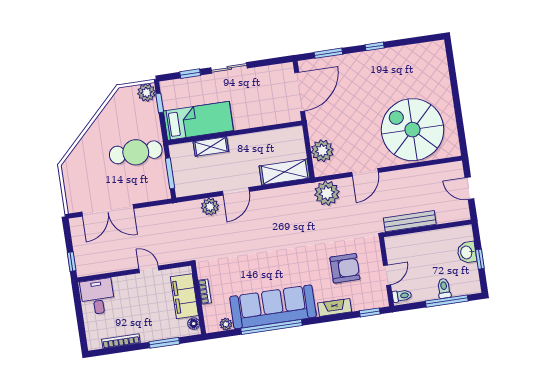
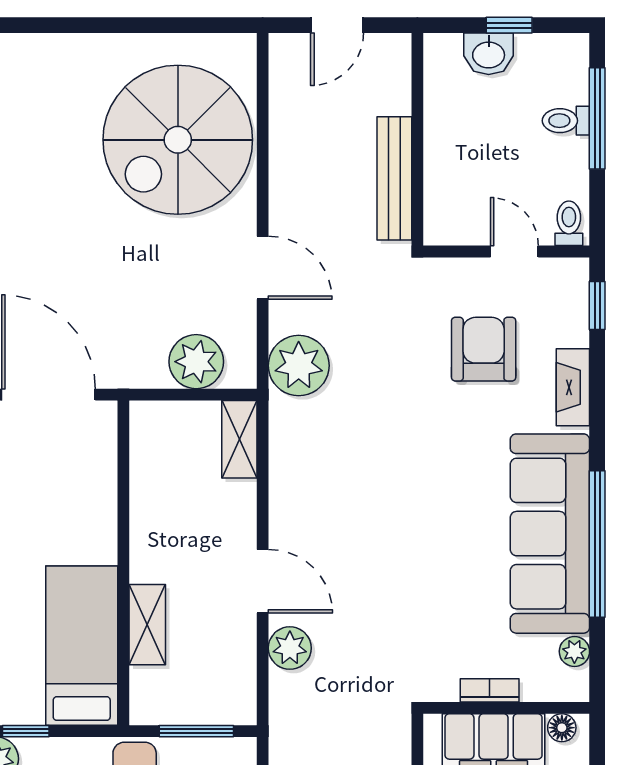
shelving: (285, 172) -> (239, 439), width x0.67, depth x0.75

